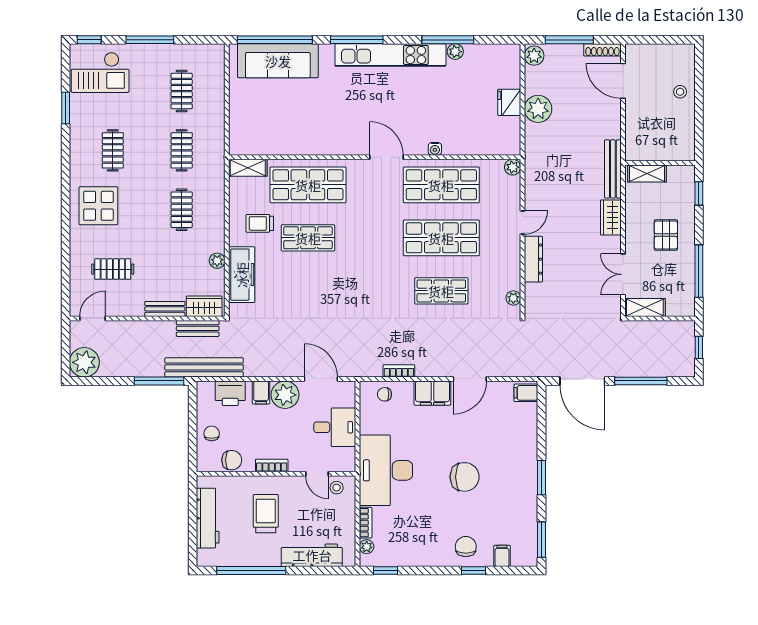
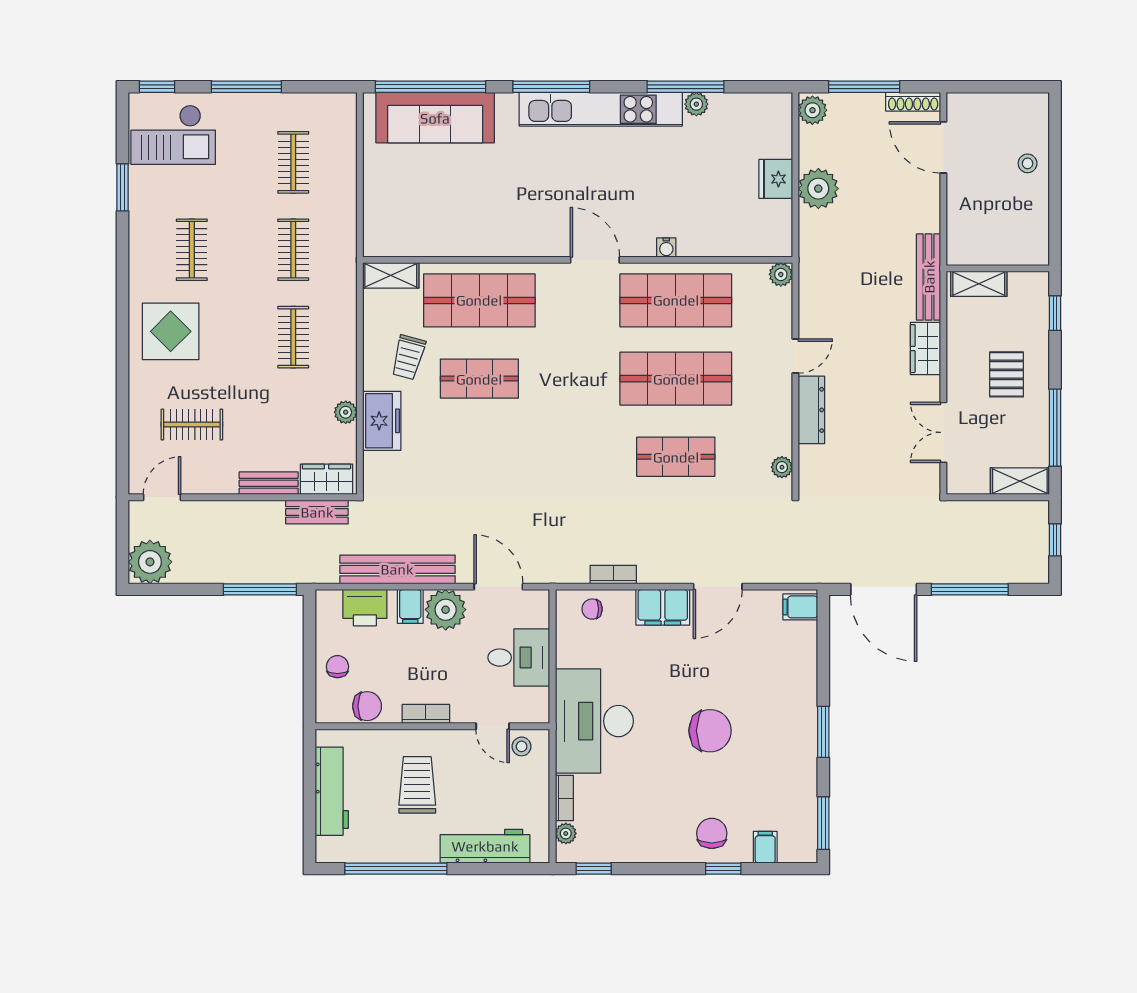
trolley: (260, 223) -> (408, 357), turned -75
freezer: (242, 275) -> (382, 421), width x0.71
shelving: (645, 307) -> (1020, 481), moved
bench: (204, 367) -> (397, 569), moved

